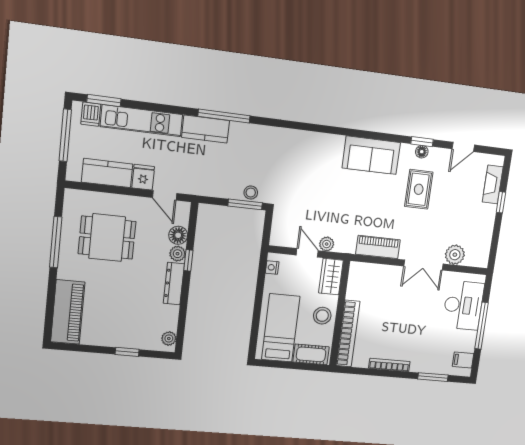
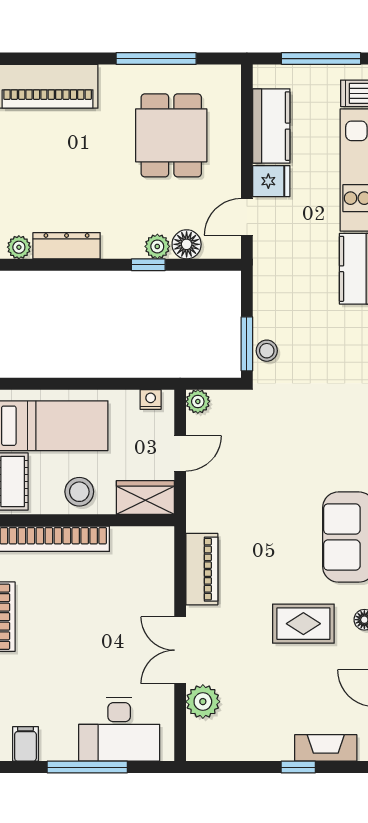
plant: (327, 244) -> (198, 401), moved
dresser: (174, 284) -> (67, 246), moved

